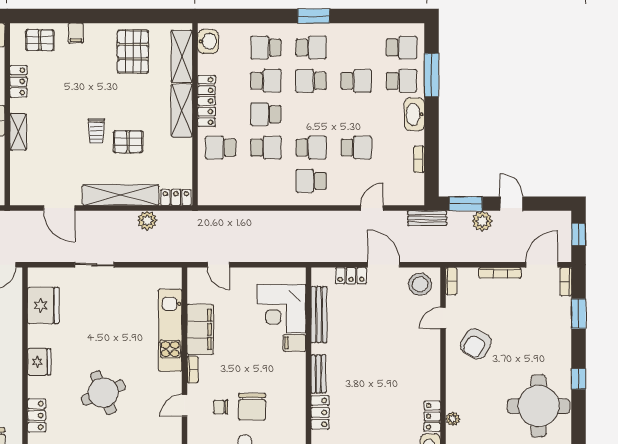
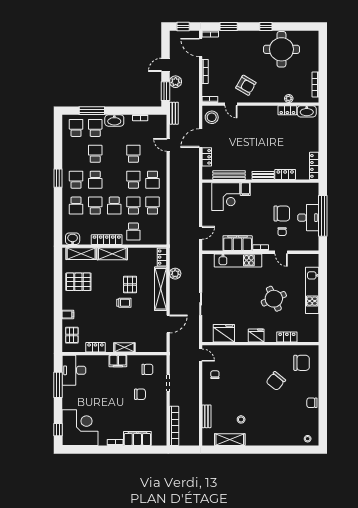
school desk: (266, 181) -> (152, 206), added

